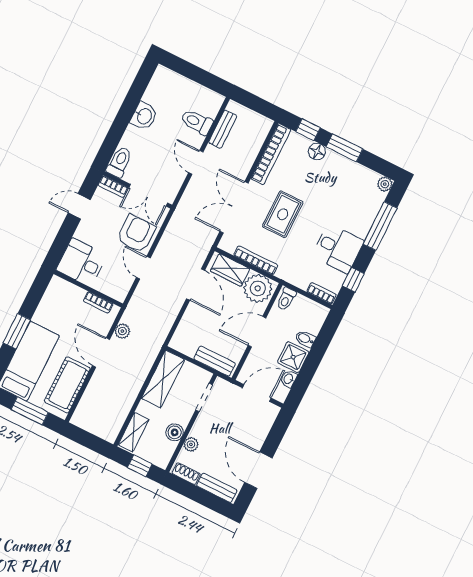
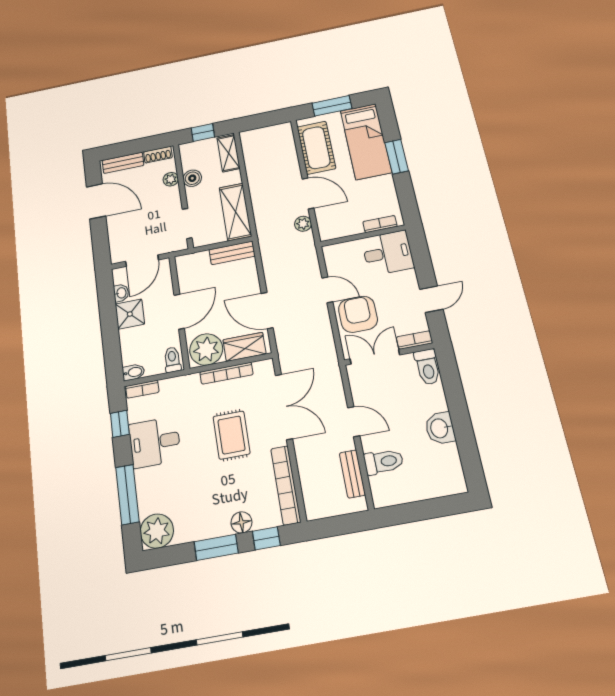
plant: (385, 184) -> (157, 531), width x1.87, depth x1.87
armchair: (136, 234) -> (358, 314), turned 180
bookcase: (98, 302) -> (380, 224), moved
bidet: (305, 339) -> (134, 372), moved
bench: (215, 361) -> (232, 253), moved

